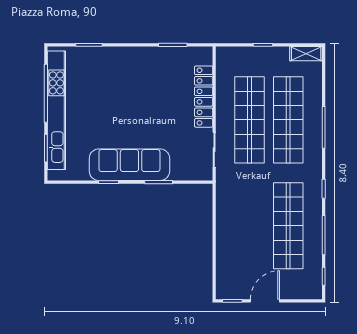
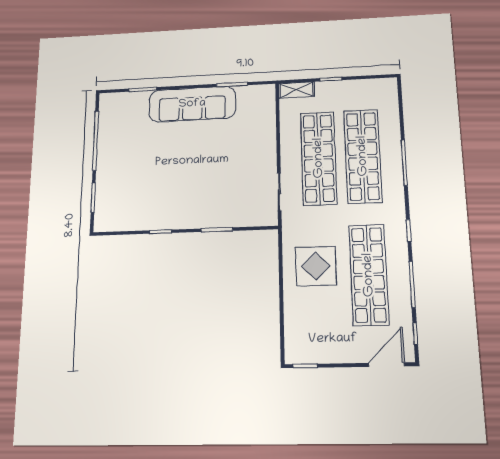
shelving: (306, 54) -> (296, 90), moved
locker: (204, 97) -> (266, 136), removed
kitchen unit: (56, 110) -> (106, 157), removed
sofa: (129, 165) -> (192, 104), moved, turned 180
display table: (244, 217) -> (316, 266), added
door: (265, 301) -> (386, 365), moved

